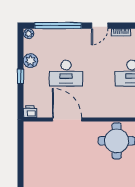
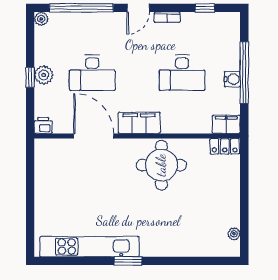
plant: (30, 61) -> (44, 75), moved
filing cabinet: (100, 110) -> (139, 123), added

